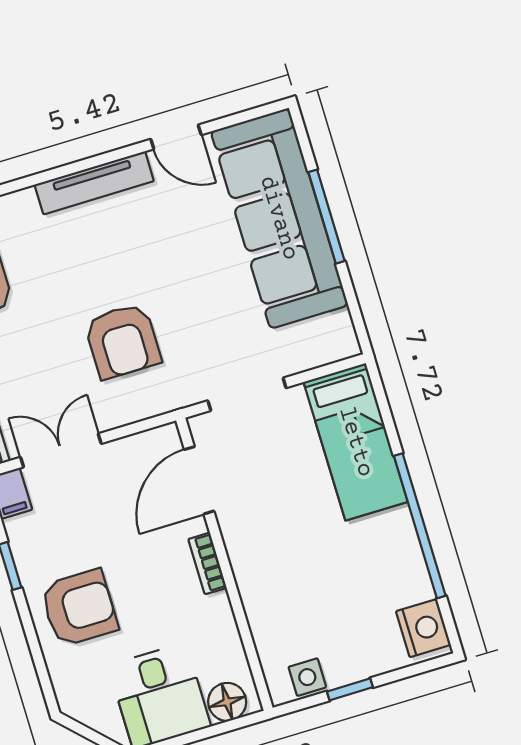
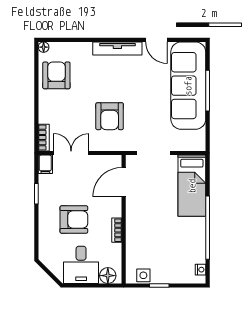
bookcase: (207, 563) -> (117, 230), moved
armchair: (79, 608) -> (74, 220), moved
nightstand: (423, 628) -> (201, 270), width x0.53, depth x0.56

